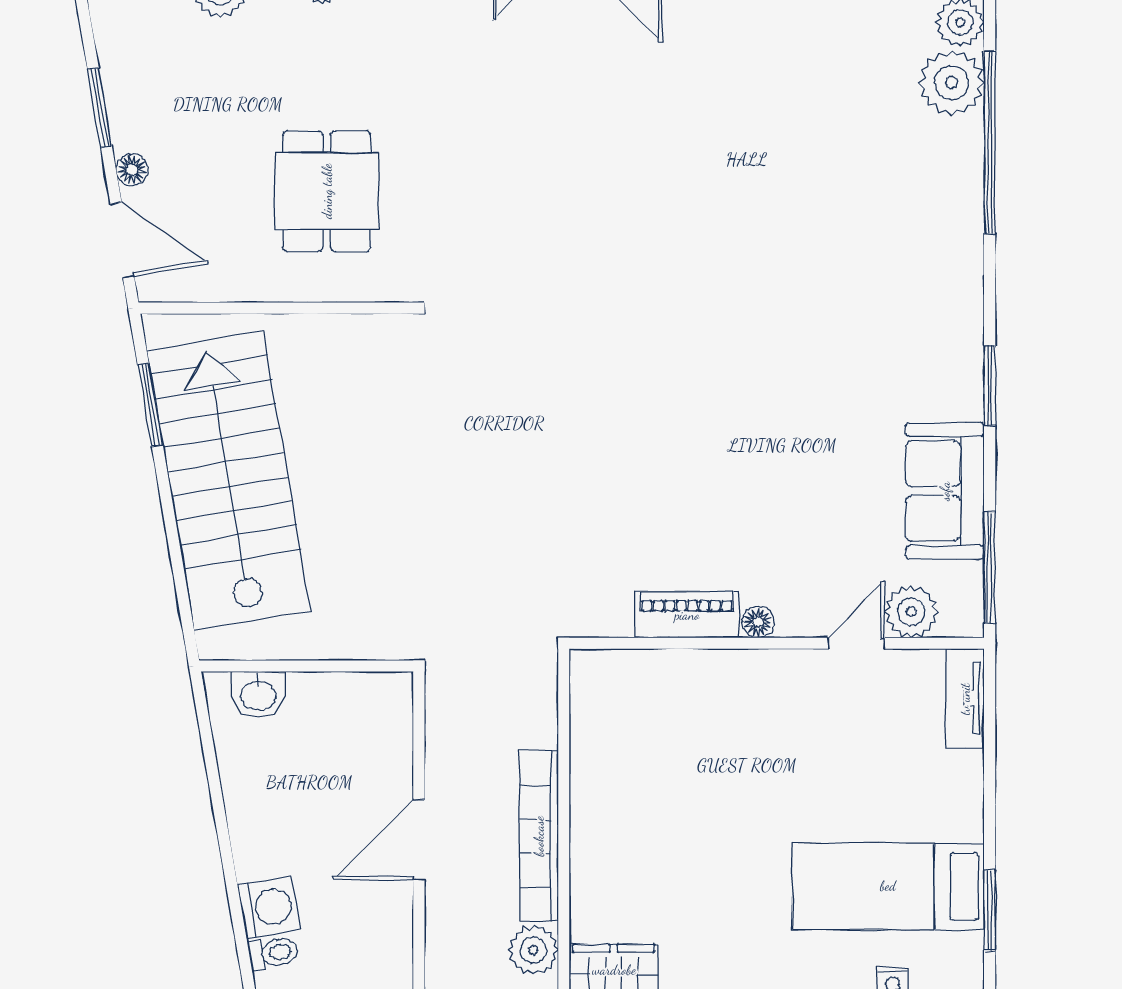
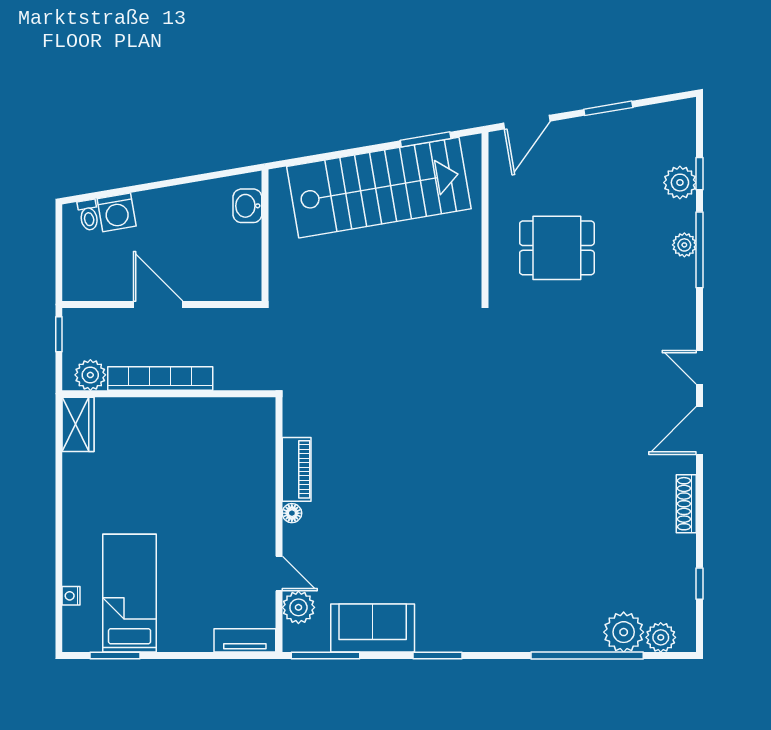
floor lamp: (132, 170) -> (570, 128), removed

